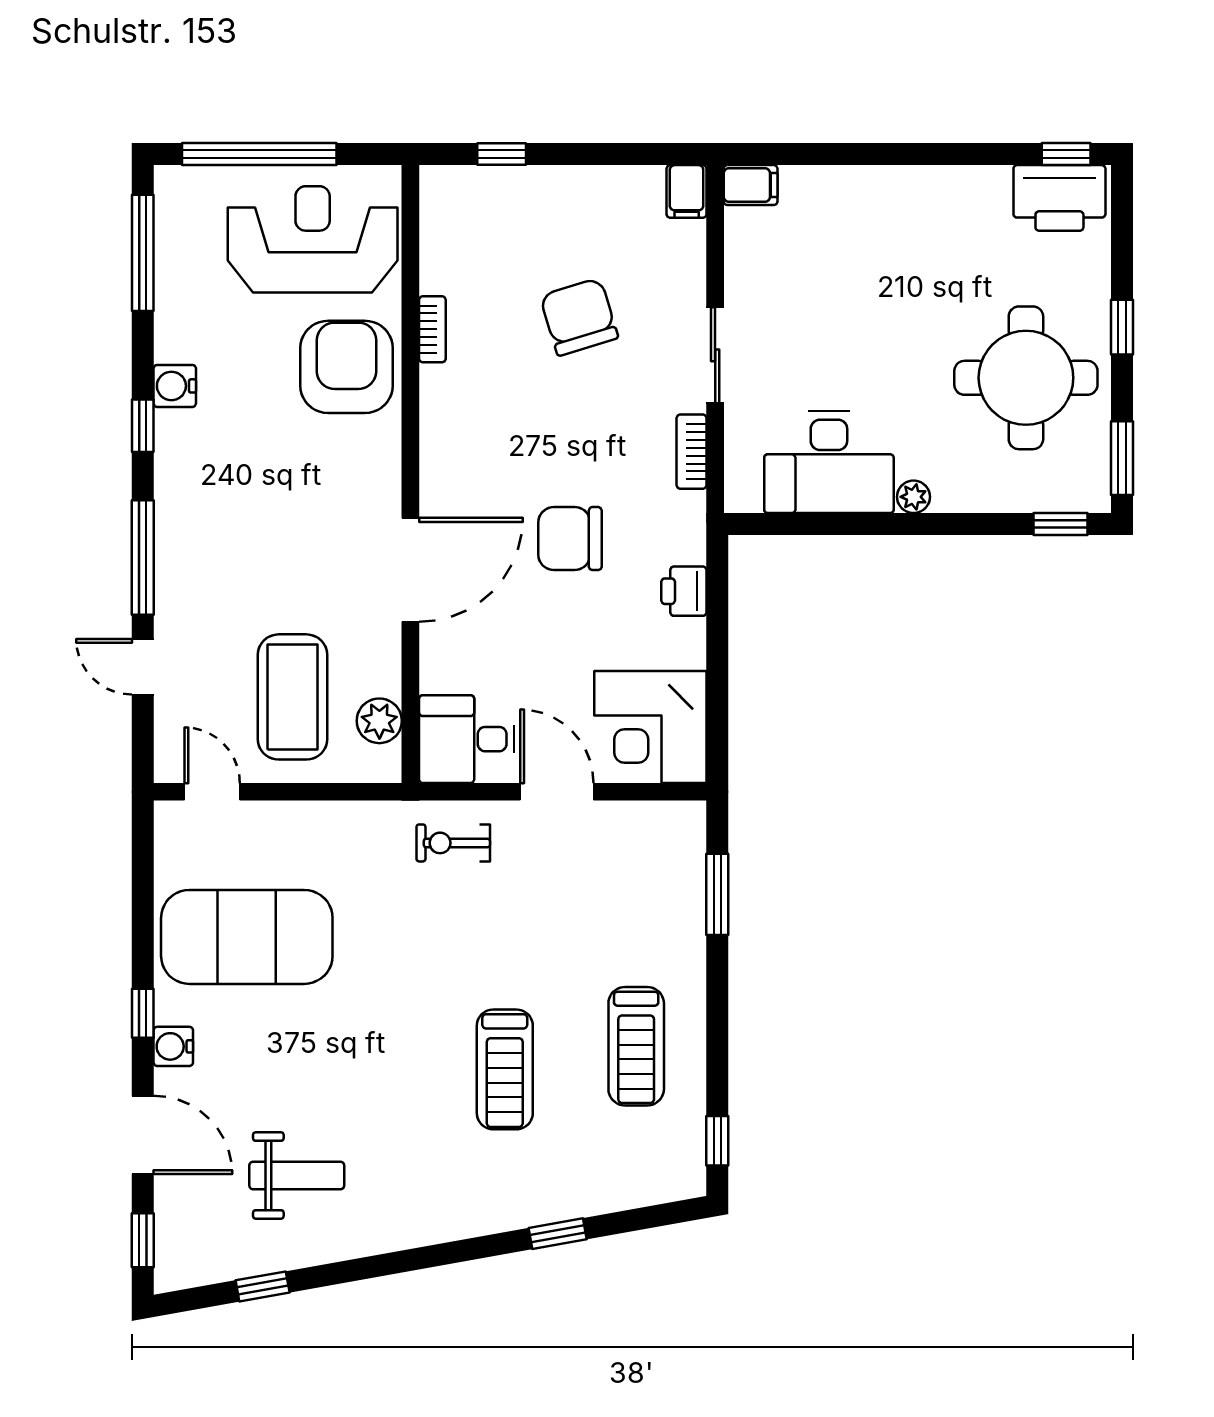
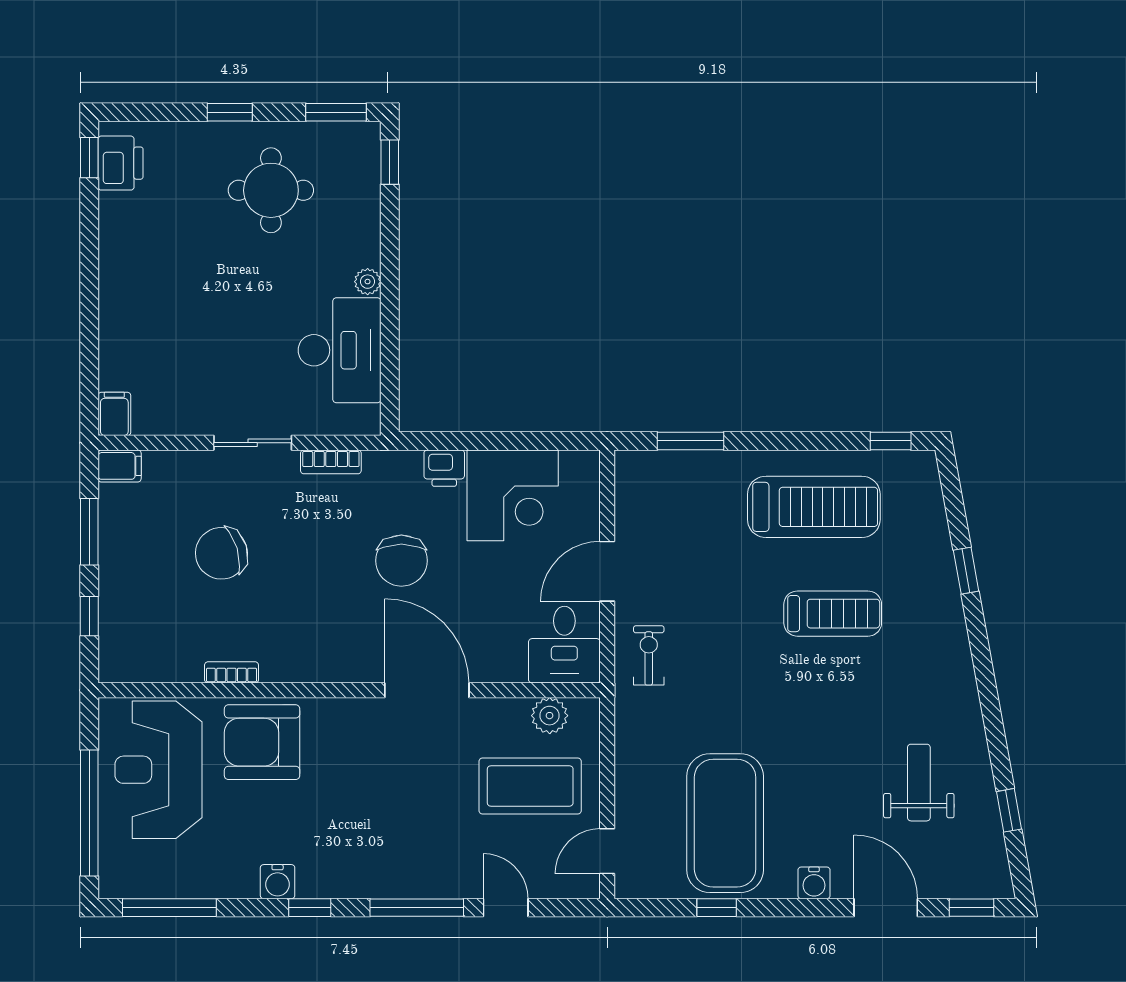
window: (606, 154) -> (89, 532), added
printer: (1059, 198) -> (120, 163), width x0.73, depth x0.84
round table: (1026, 378) -> (271, 190), width x0.73, depth x0.73
door: (143, 667) -> (506, 908), swing flipped
corner desk: (650, 727) -> (513, 495), moved
exercise bike: (453, 843) -> (649, 655), turned 180
window: (143, 1013) -> (717, 908), moved
treadmill: (636, 1046) -> (814, 507), width x1.37, depth x1.38
door: (143, 1135) -> (886, 908), hinge flipped

